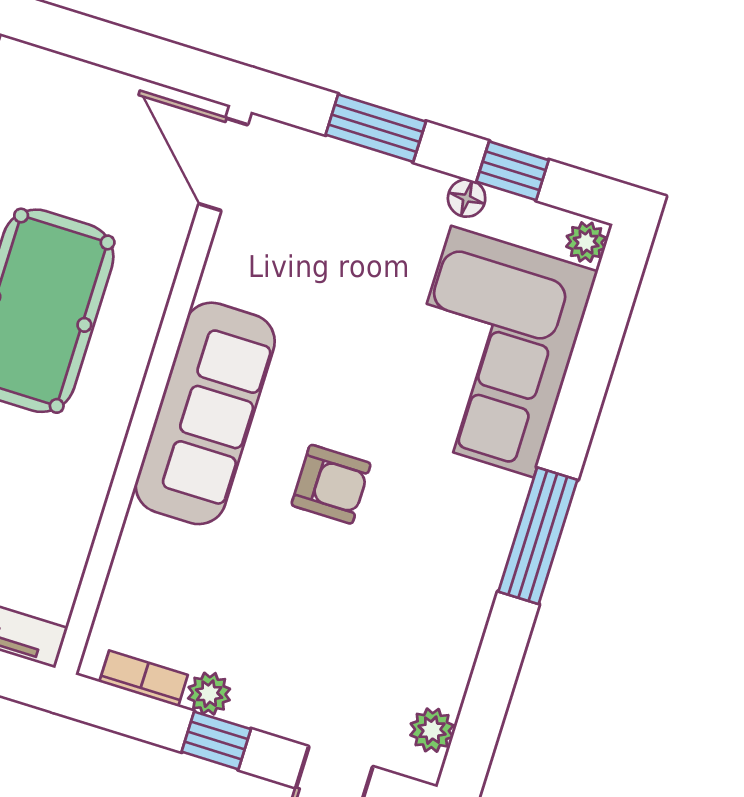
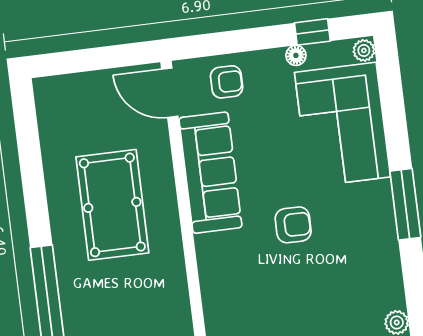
window: (376, 128) -> (236, 41), removed
armchair: (328, 190) -> (227, 82), added
sofa: (205, 413) -> (210, 173), moved

